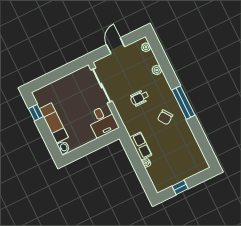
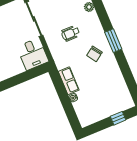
window: (183, 103) -> (113, 41), width x0.69
window: (180, 187) -> (118, 118), moved

